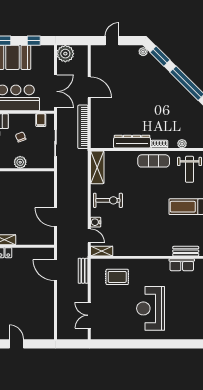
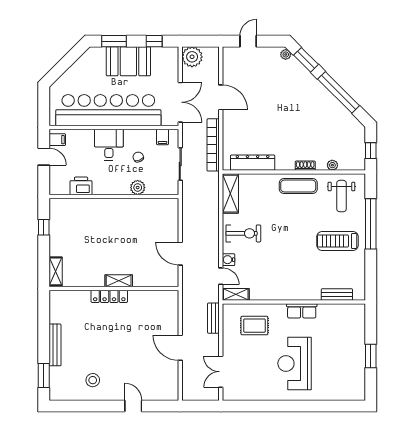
dresser: (132, 142) -> (253, 163), moved
row of seats: (182, 265) -> (302, 311), moved
door: (55, 270) -> (180, 348), moved

